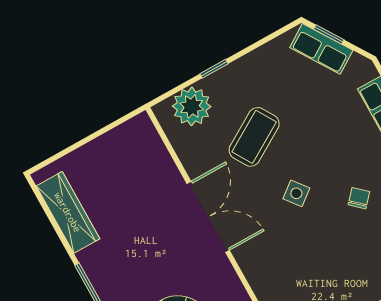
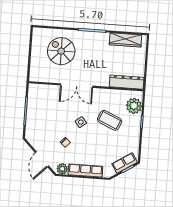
coffee table: (254, 137) -> (110, 120), turned -35
dresser: (153, 153) -> (127, 82), added
double door: (208, 217) -> (77, 86), moved

